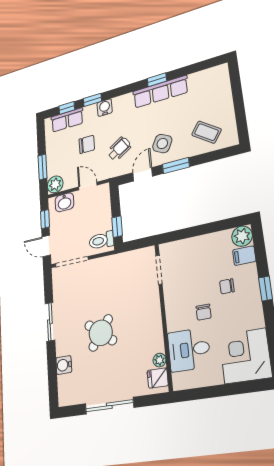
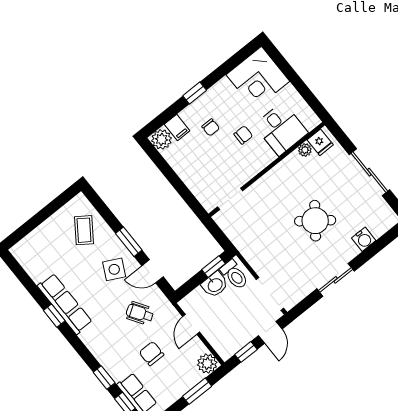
water cooler: (105, 108) -> (106, 358), removed
washbasin: (64, 202) -> (215, 285), moved, turned 90

